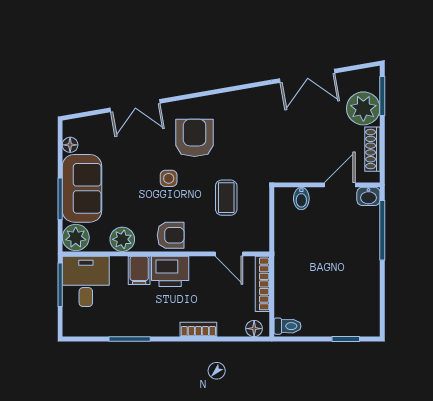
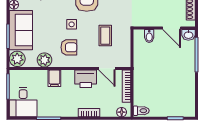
door: (340, 185) -> (172, 28), swing flipped
armchair: (171, 235) -> (69, 47), moved
printer: (170, 271) -> (86, 79), moved
desk: (86, 281) -> (23, 102), moved, turned 180

